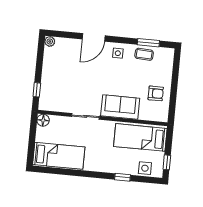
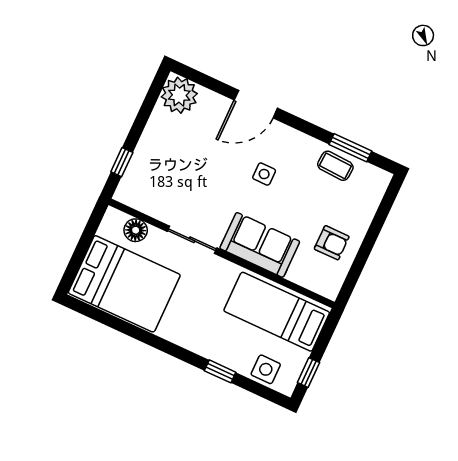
plant: (50, 41) -> (179, 95), width x1.87, depth x1.87
side table: (118, 53) -> (264, 174), moved
floor lamp: (43, 120) -> (136, 230), moved
bed: (59, 156) -> (124, 284), width x1.50

